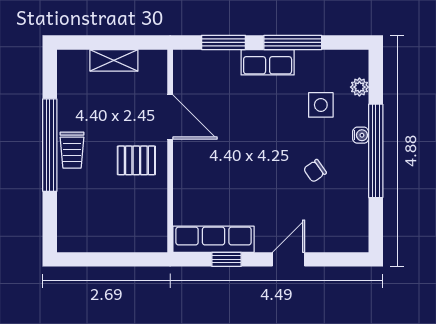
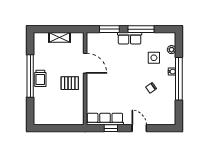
door: (289, 259) -> (139, 128), hinge flipped

